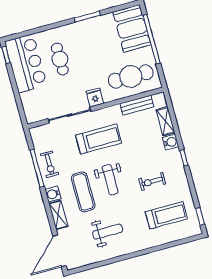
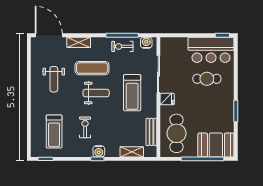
water cooler: (171, 142) -> (99, 151), moved
weight bench: (110, 180) -> (96, 93), turned 180
water cooler: (53, 194) -> (146, 43), moved

